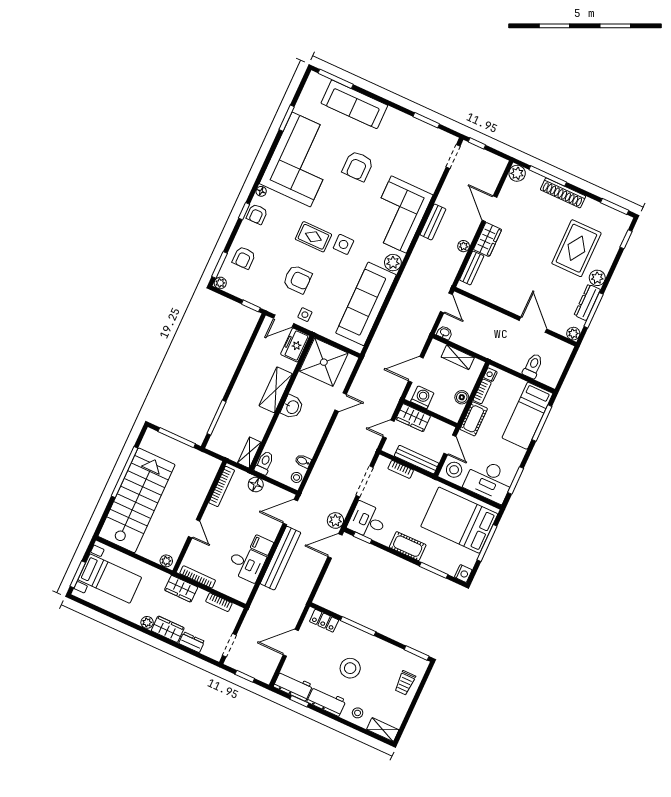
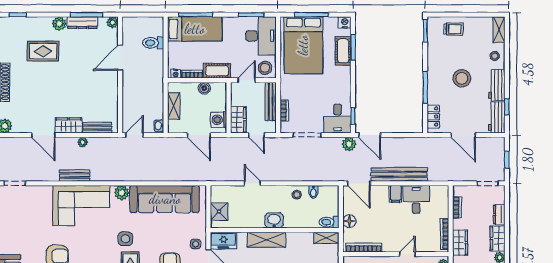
door: (489, 209) -> (43, 135), hinge flipped
rug: (576, 248) -> (43, 51), width x0.73, depth x0.70
shower: (324, 362) -> (219, 211), width x0.54, depth x0.54
stool: (297, 477) -> (297, 195), moved
cot: (408, 546) -> (343, 51), moved

